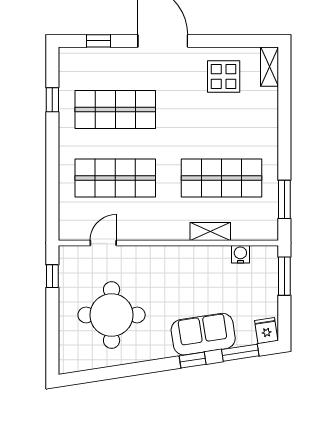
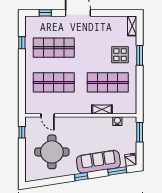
display table: (224, 77) -> (120, 55), moved
window: (284, 199) -> (140, 55), moved
door: (103, 243) -> (48, 115), swing flipped
sofa: (203, 334) -> (98, 162), width x1.36
window: (193, 360) -> (81, 177), moved

